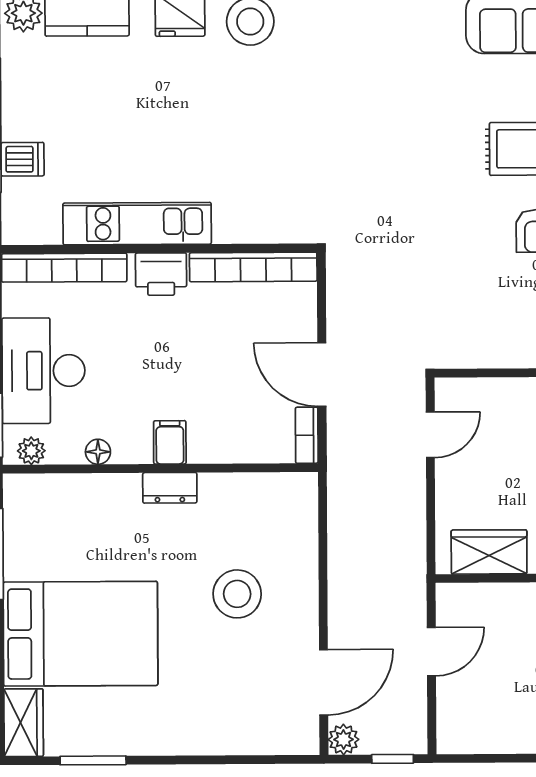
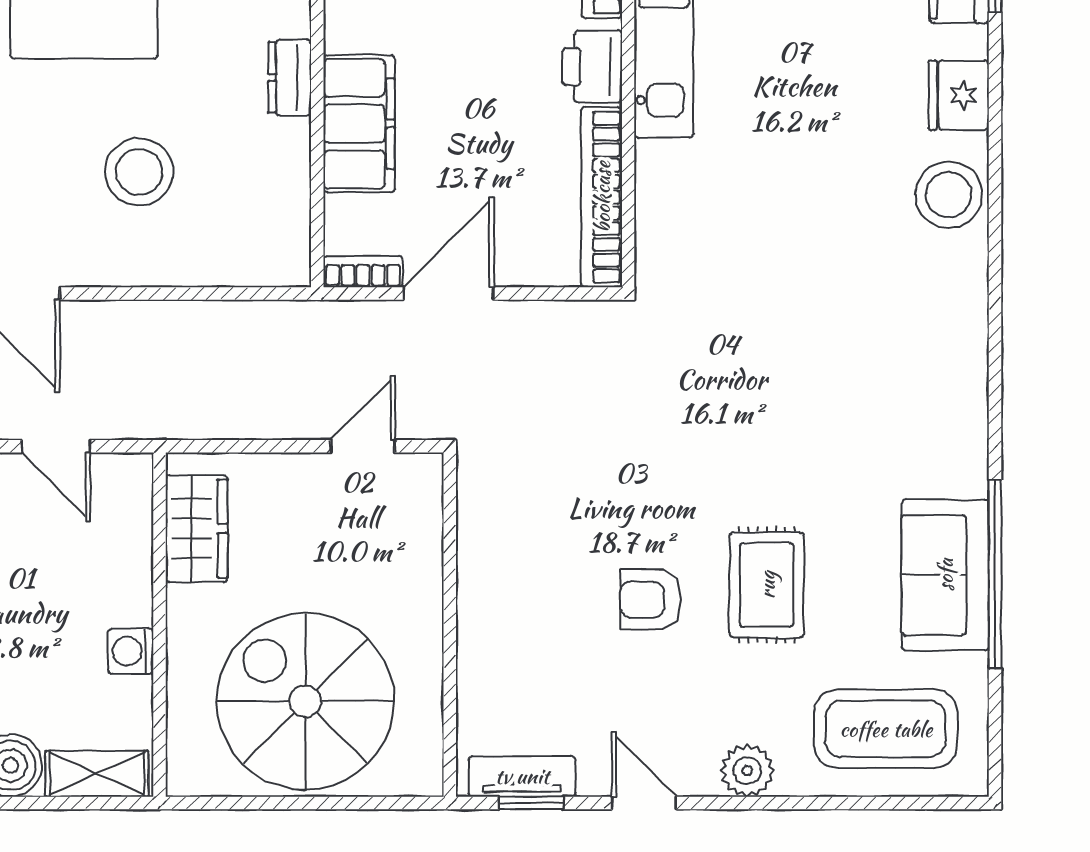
door: (430, 435) -> (363, 446), swing flipped
filing cabinet: (170, 442) -> (359, 124), width x3.00, depth x1.17

